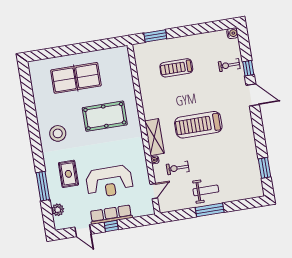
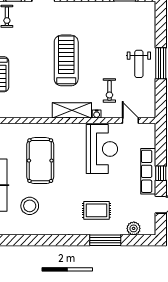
treadmill: (198, 125) -> (66, 60), turned 180
stool: (58, 133) -> (30, 206), moved
reception desk: (109, 182) -> (102, 149), moved
weight bench: (206, 190) -> (139, 64), turned 180

